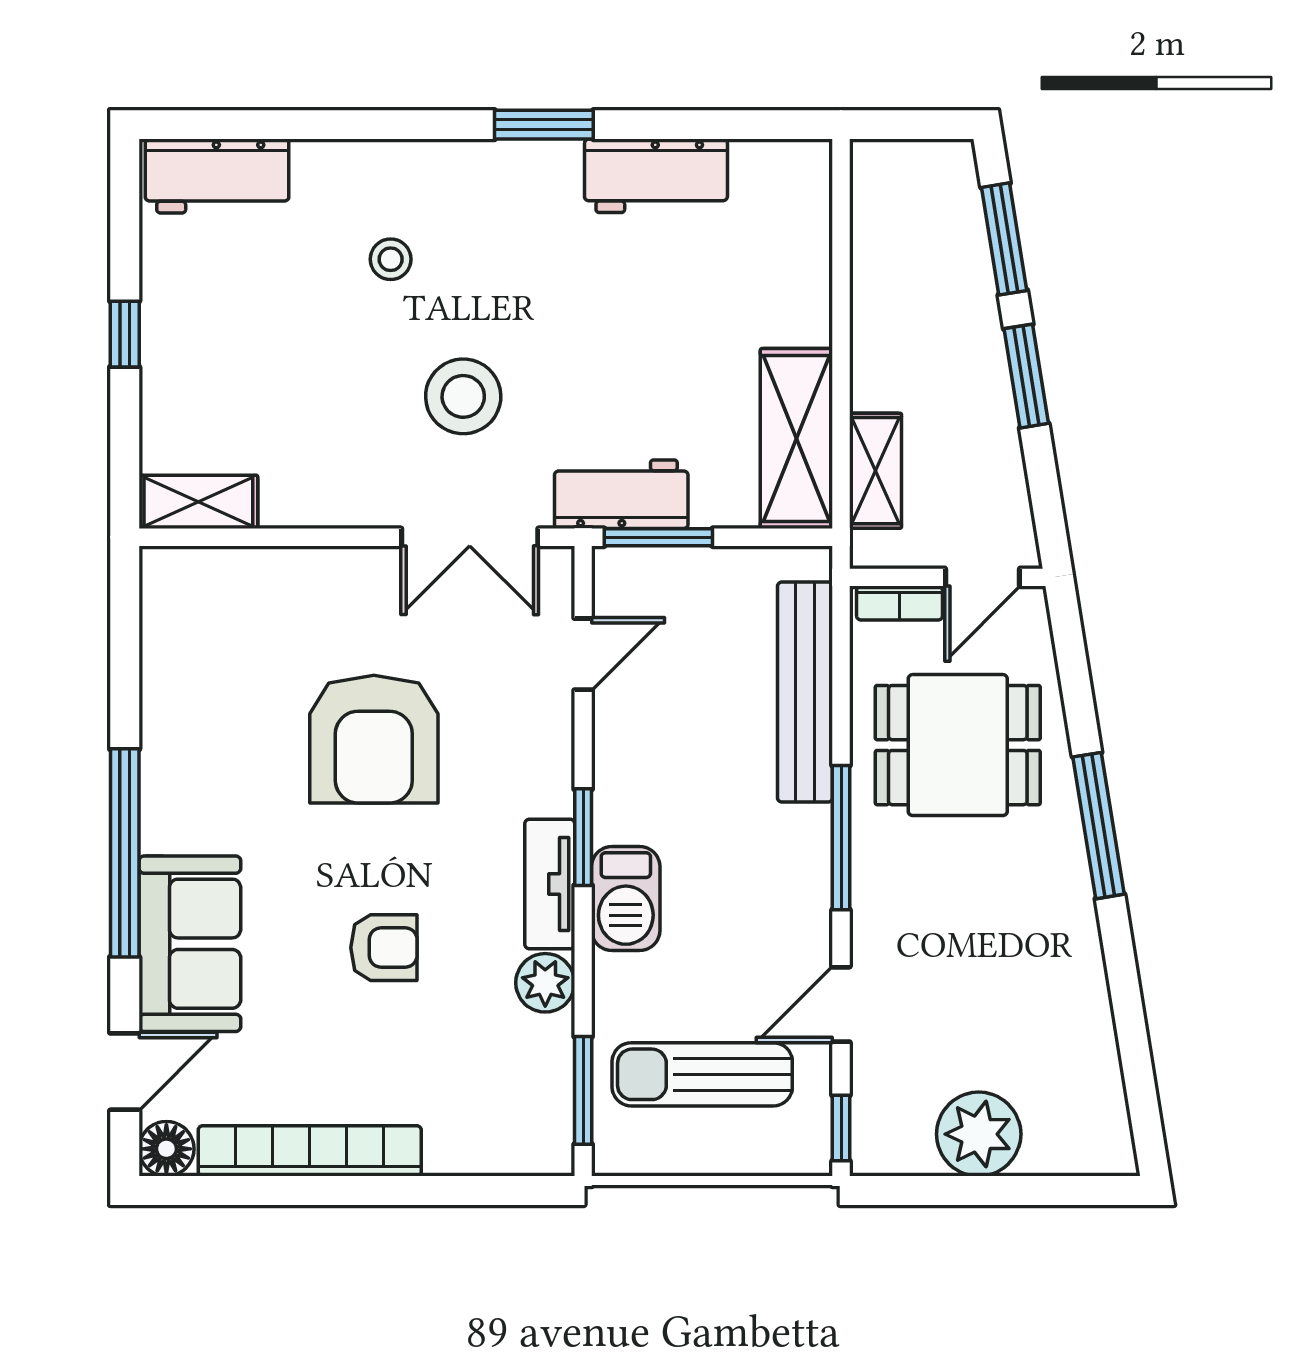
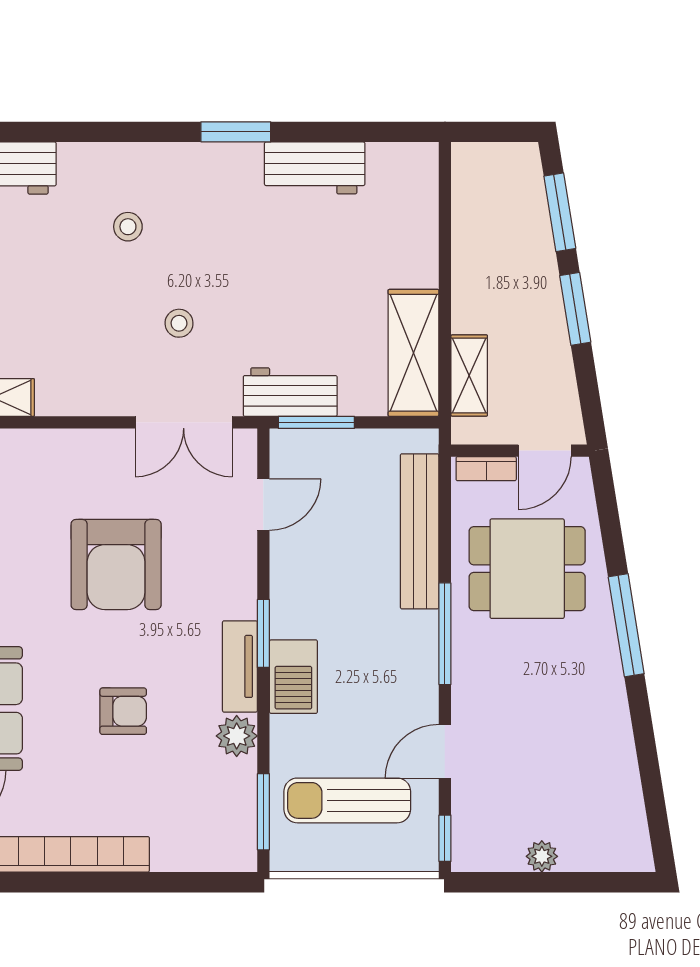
stool: (463, 396) -> (179, 323), width x0.53, depth x0.53
plant: (979, 1134) -> (542, 856), width x0.53, depth x0.53

